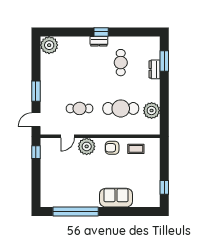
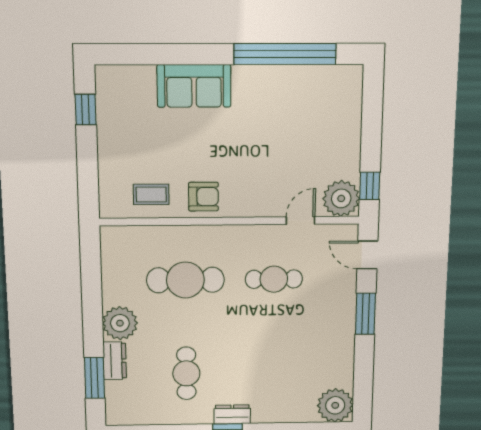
plant: (152, 111) -> (120, 323), moved
door: (36, 120) -> (367, 255), swing flipped
plant: (87, 146) -> (341, 198), moved

